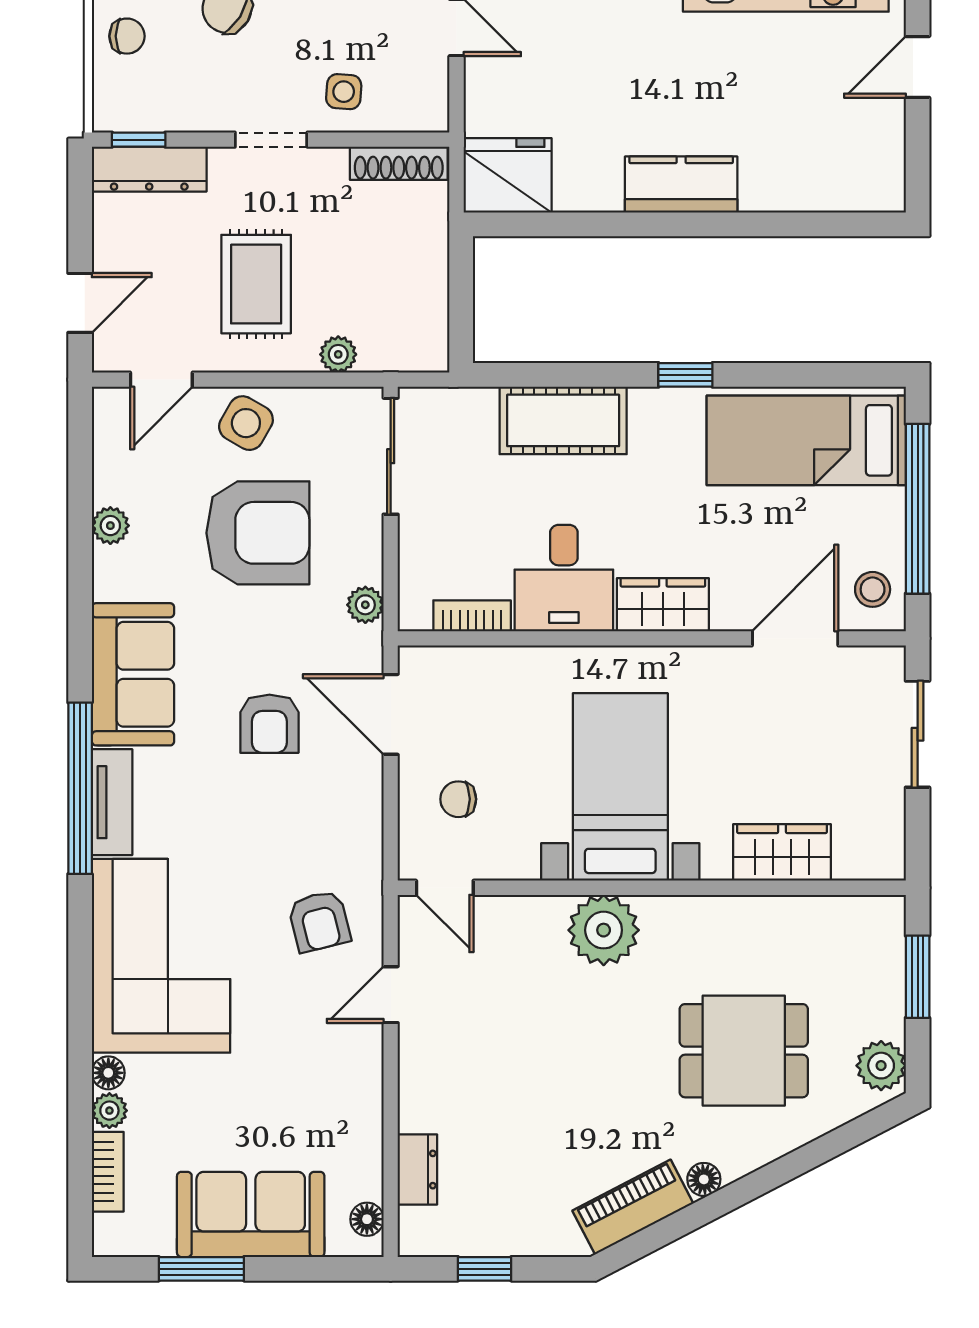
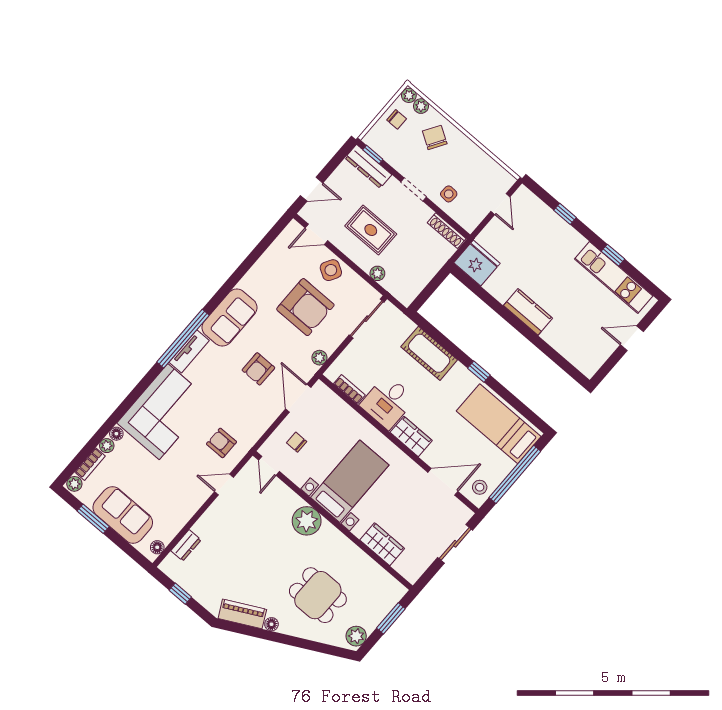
rug: (256, 284) -> (371, 230), turned 90
plant: (110, 526) -> (74, 484), moved
armchair: (319, 921) -> (221, 443), turned 104

